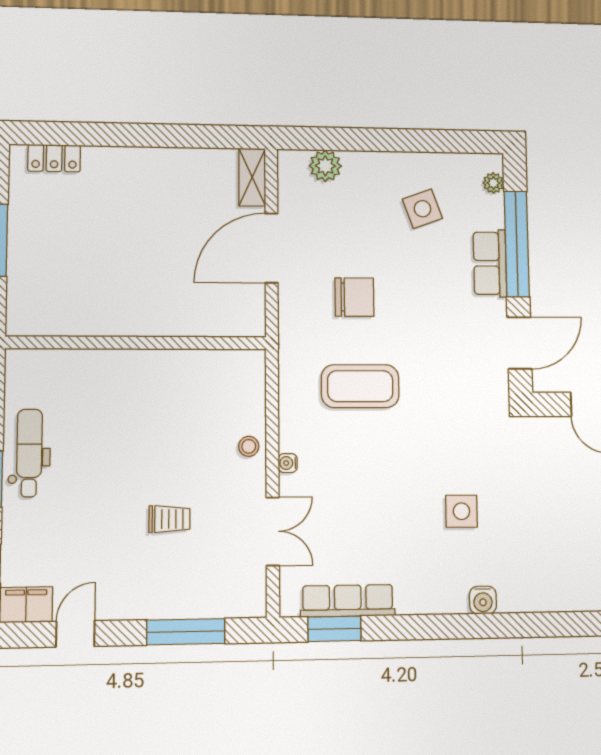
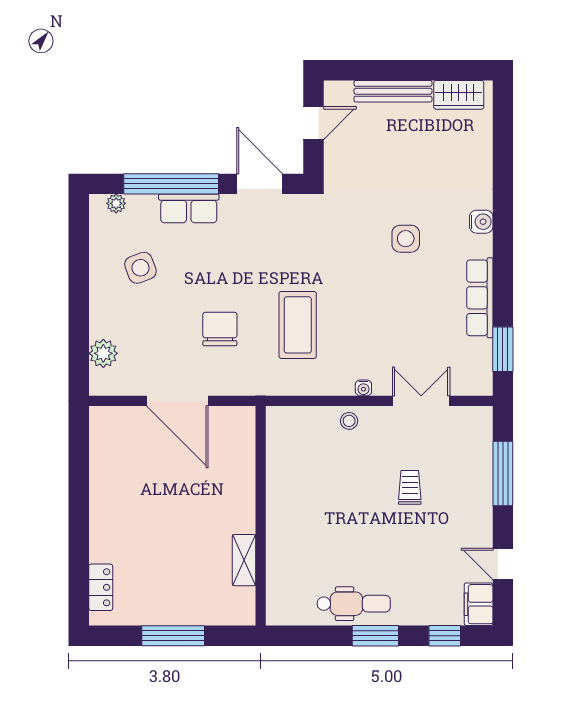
shelving: (252, 177) -> (244, 560), moved, turned 90
dental chair: (29, 453) -> (354, 604), turned 180
row of seats: (348, 601) -> (480, 298), moved

